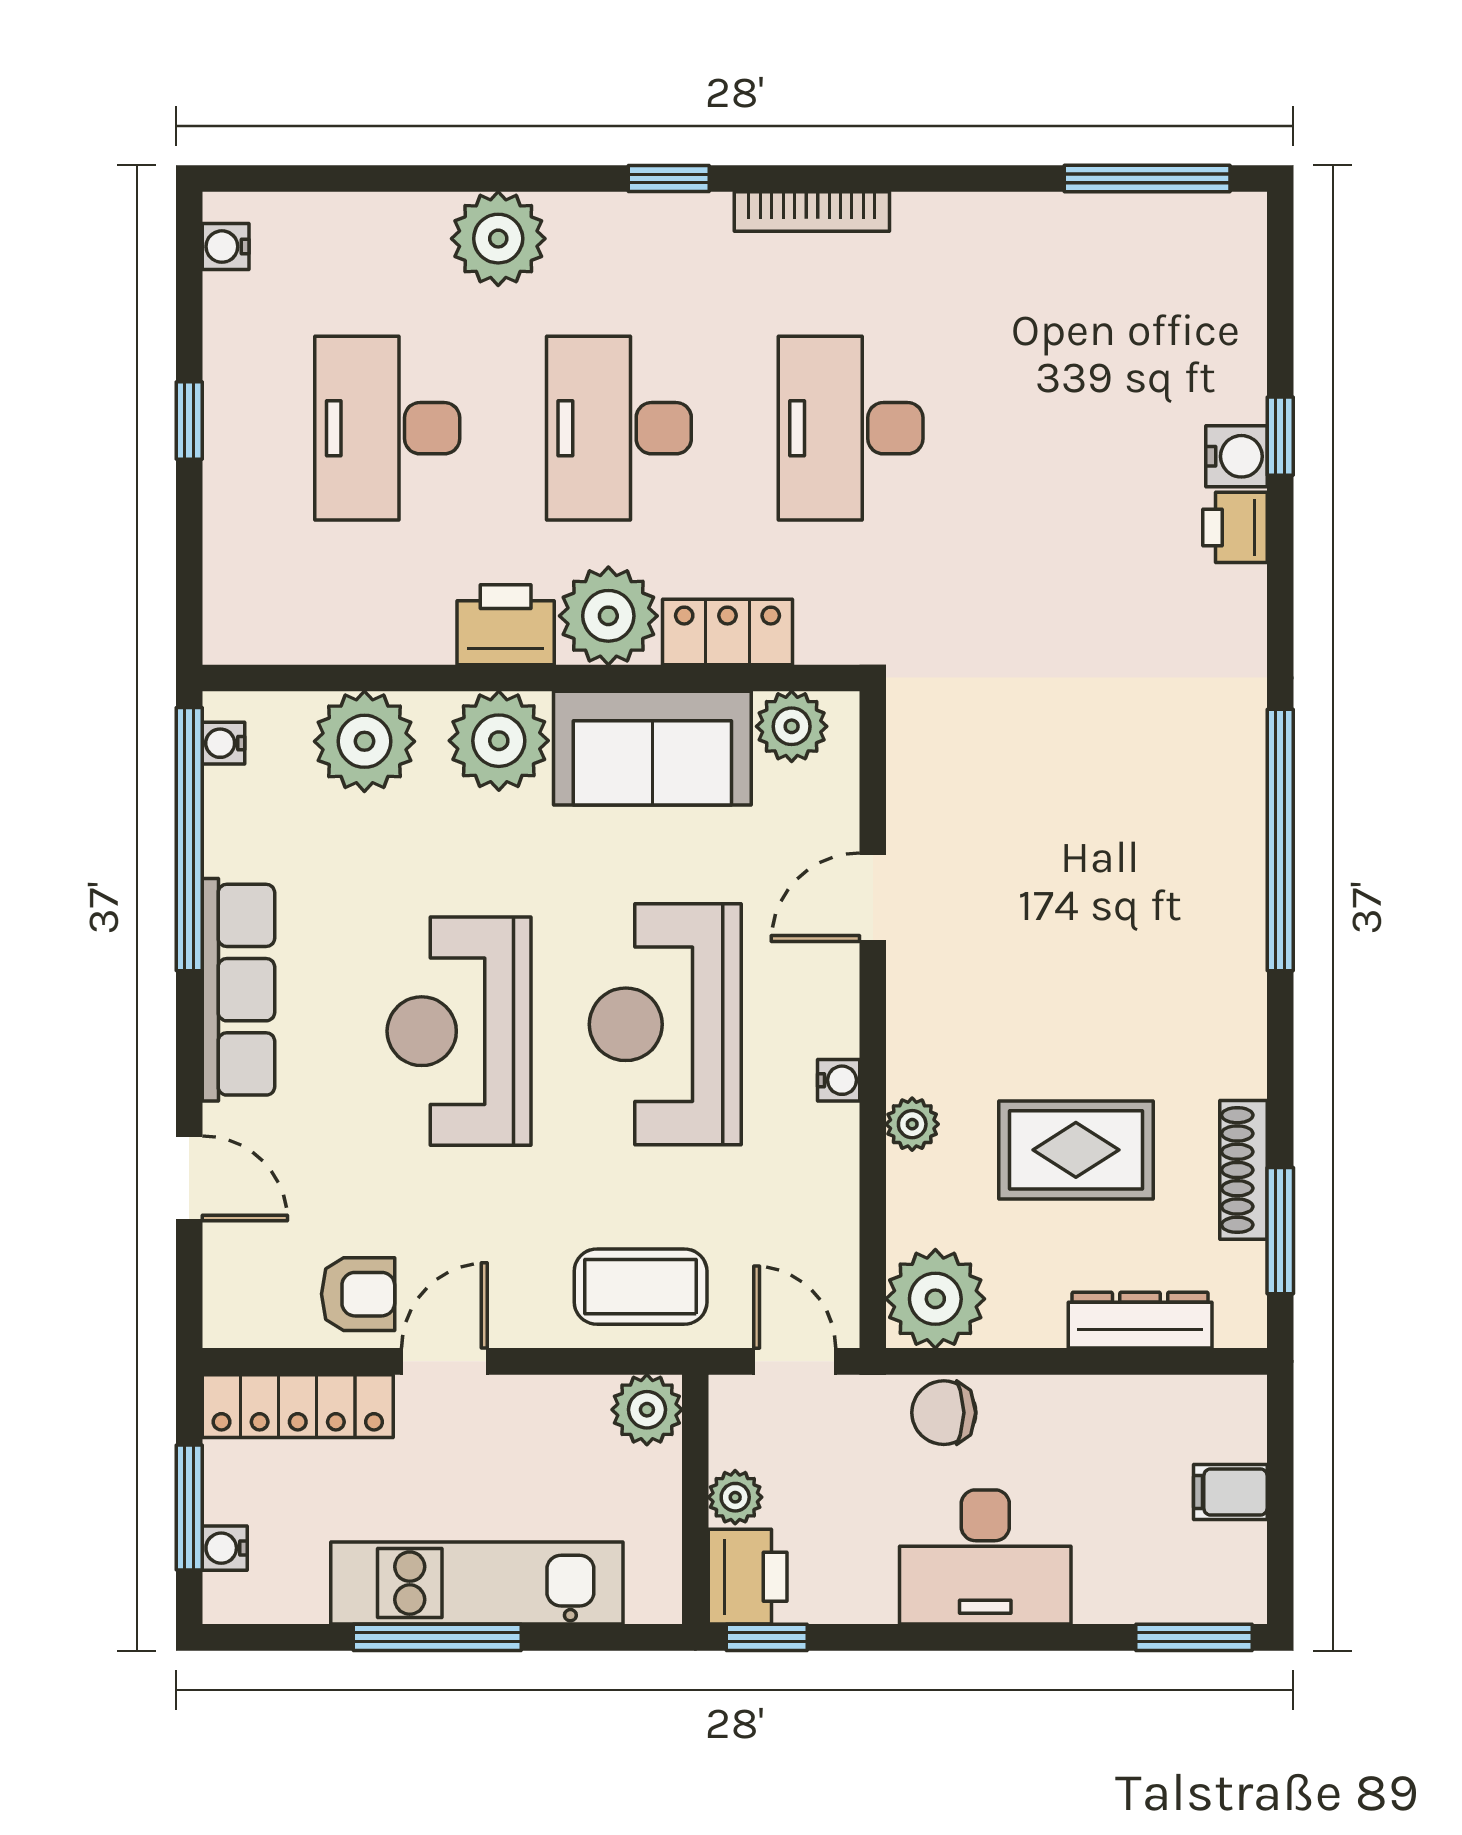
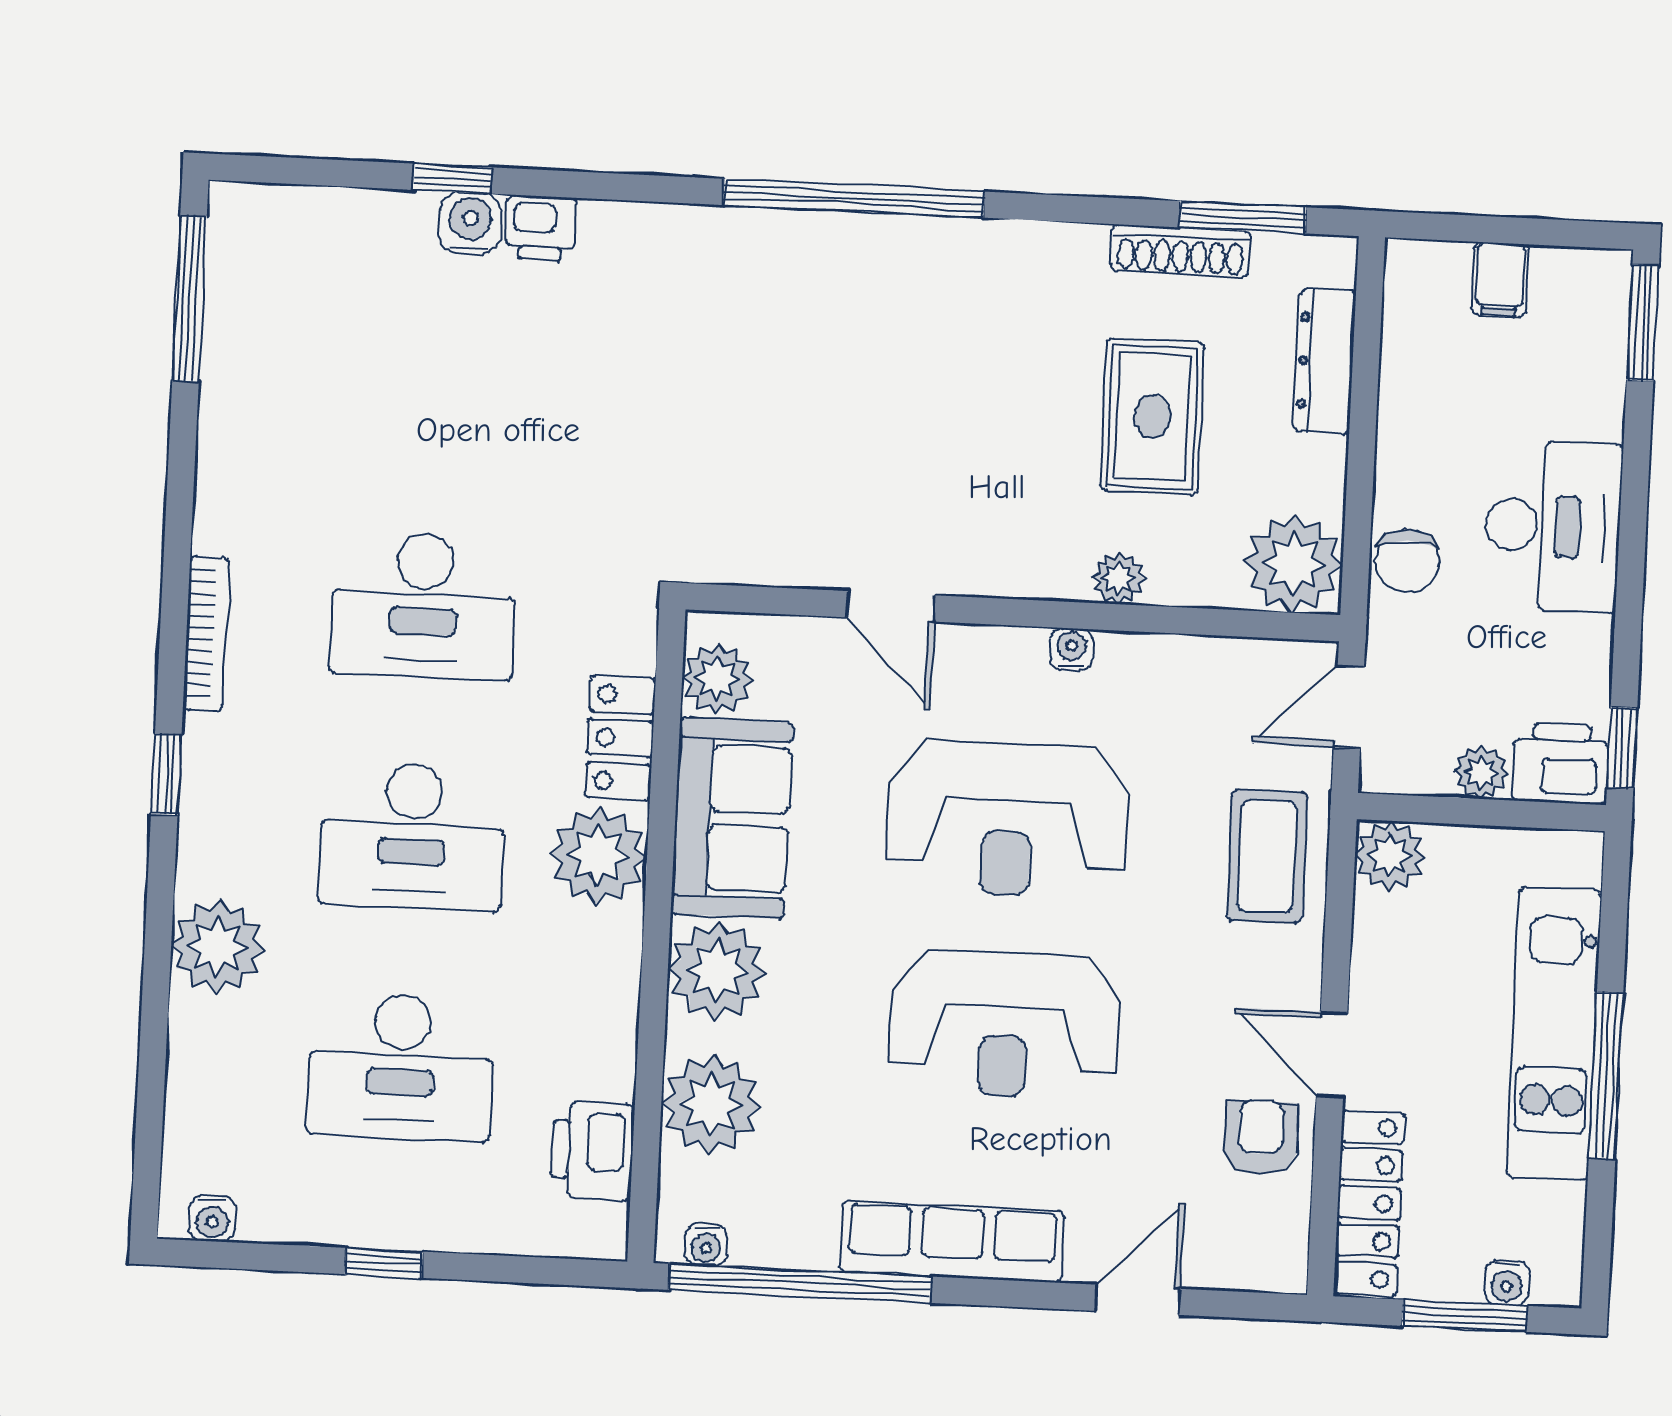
printer: (506, 625) -> (593, 1150), moved

